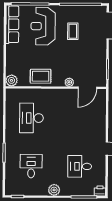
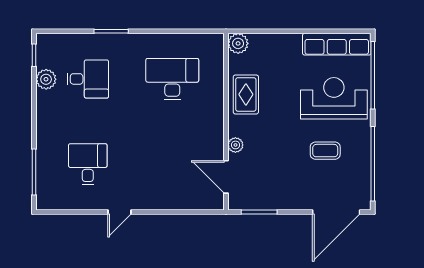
plant: (54, 190) -> (46, 79), moved
printer: (100, 191) -> (45, 200), removed

